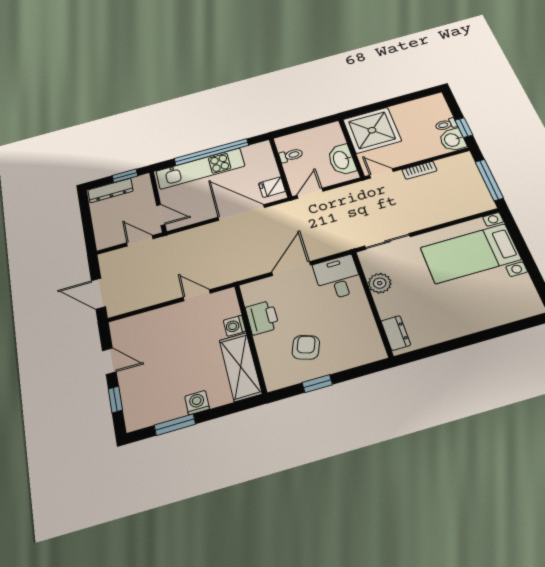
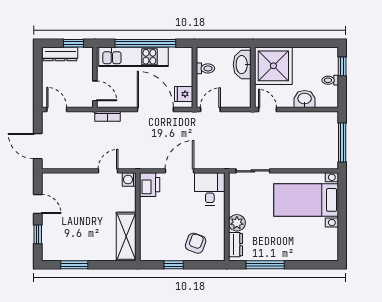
window: (464, 128) -> (342, 66), moved
washbasin: (452, 140) -> (305, 99), moved, turned 90
washbasin: (342, 160) -> (242, 65), moved
bookcase: (419, 170) -> (107, 116), moved
door: (140, 241) -> (57, 110), moved
plant: (380, 283) -> (237, 223), moved
door: (197, 295) -> (108, 171), hinge flipped
printer: (262, 318) -> (150, 185), moved
washing machine: (234, 326) -> (129, 180), moved
window: (447, 346) -> (265, 265), added
armchair: (306, 347) -> (196, 243), moved
washing machine: (197, 403) -> (92, 254), removed

